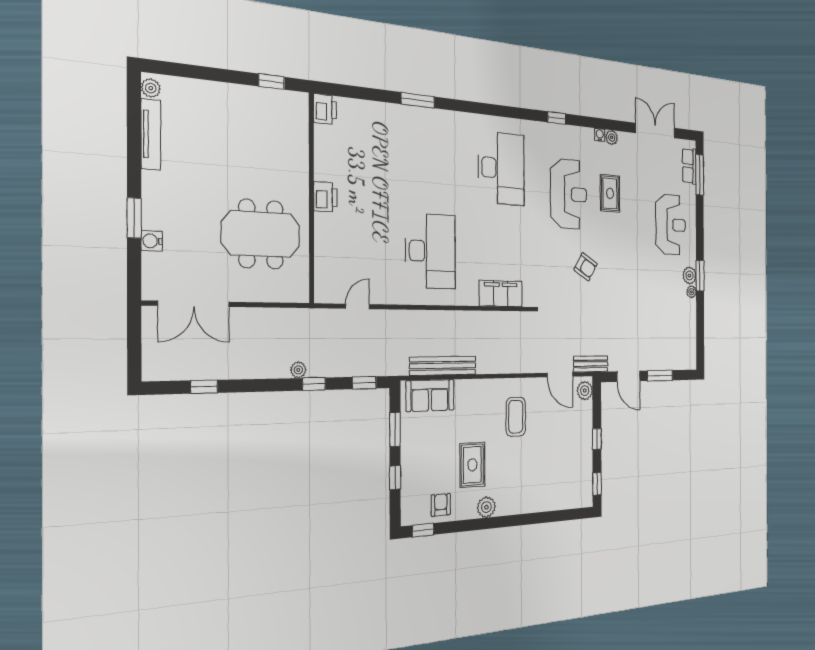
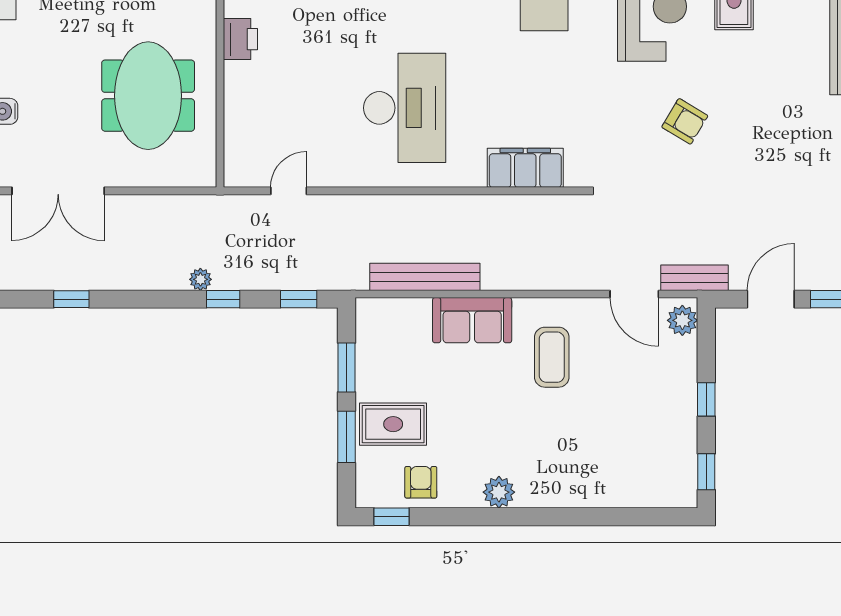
meeting table: (261, 234) -> (148, 96), turned 90
door: (628, 376) -> (771, 299), swing flipped
sofa: (430, 395) -> (472, 320), moved
rug: (472, 465) -> (393, 424), moved, turned 90
window: (395, 478) -> (347, 437), width x1.50

